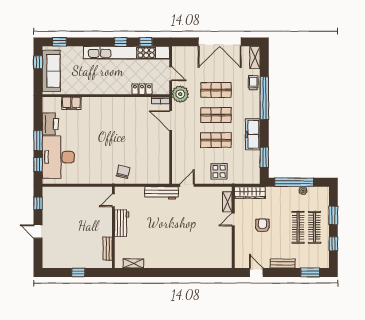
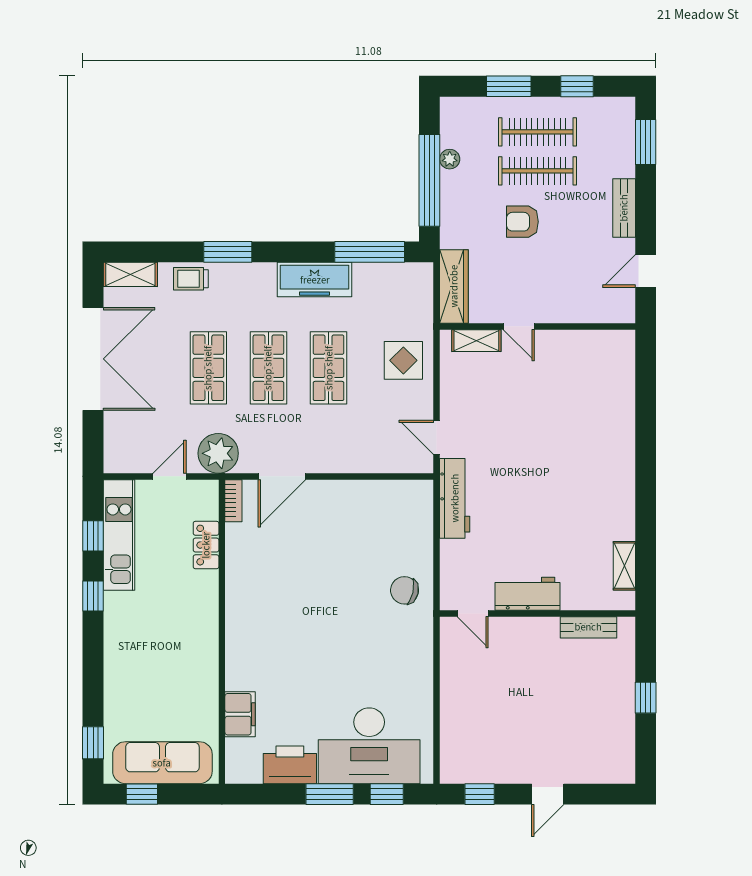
kitchen unit: (126, 53) -> (119, 535), width x0.54
window: (264, 98) -> (228, 252), width x0.47
window: (264, 157) -> (370, 252), width x1.44
armchair: (262, 225) -> (522, 222), moved

